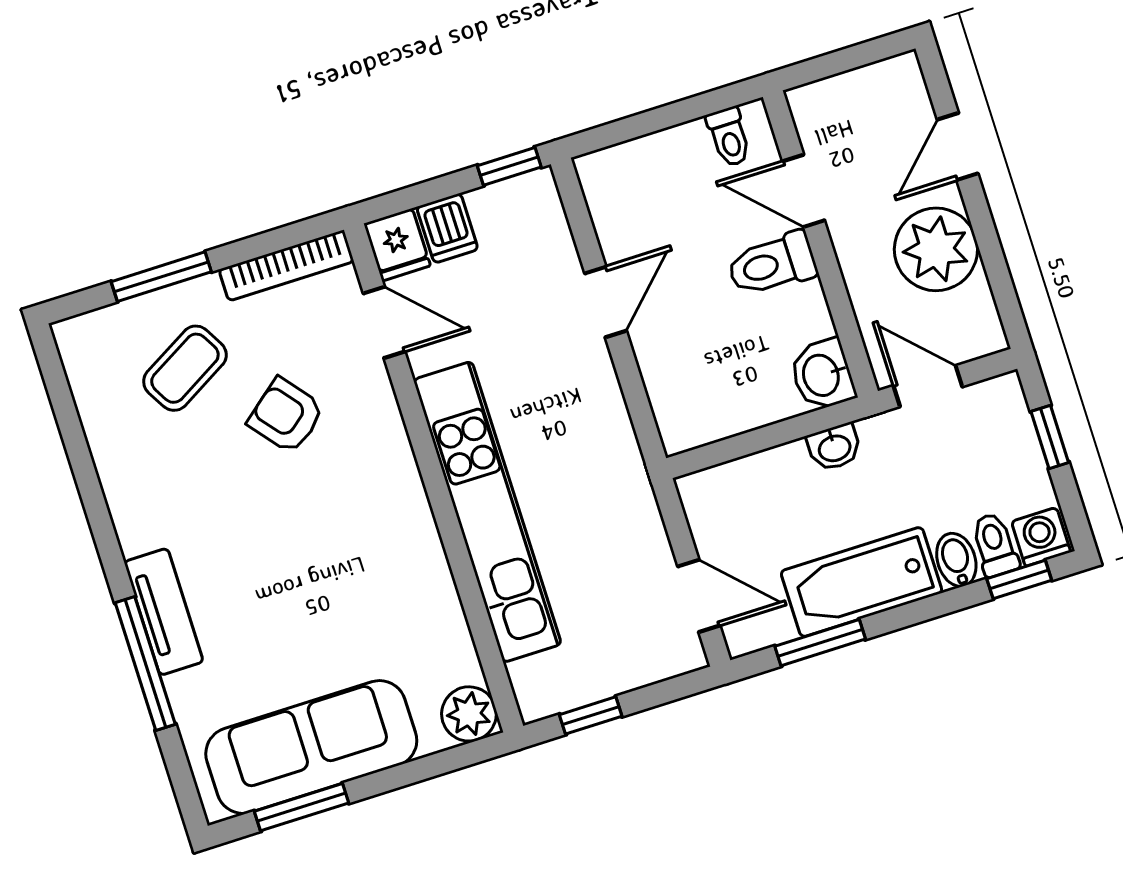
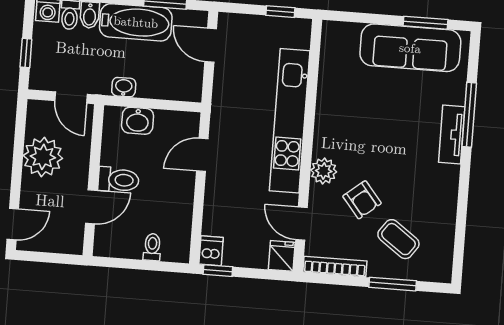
toilet: (729, 137) -> (152, 247), moved
door: (958, 146) -> (13, 224), moved
door: (804, 191) -> (91, 207), hinge flipped
dishwasher: (447, 228) -> (211, 251), moved
door: (606, 302) -> (202, 155), moved
coffee table: (185, 368) -> (398, 239), turned 66
washbasin: (822, 375) -> (138, 121), moved, turned 90
plant: (469, 714) -> (324, 171), moved

